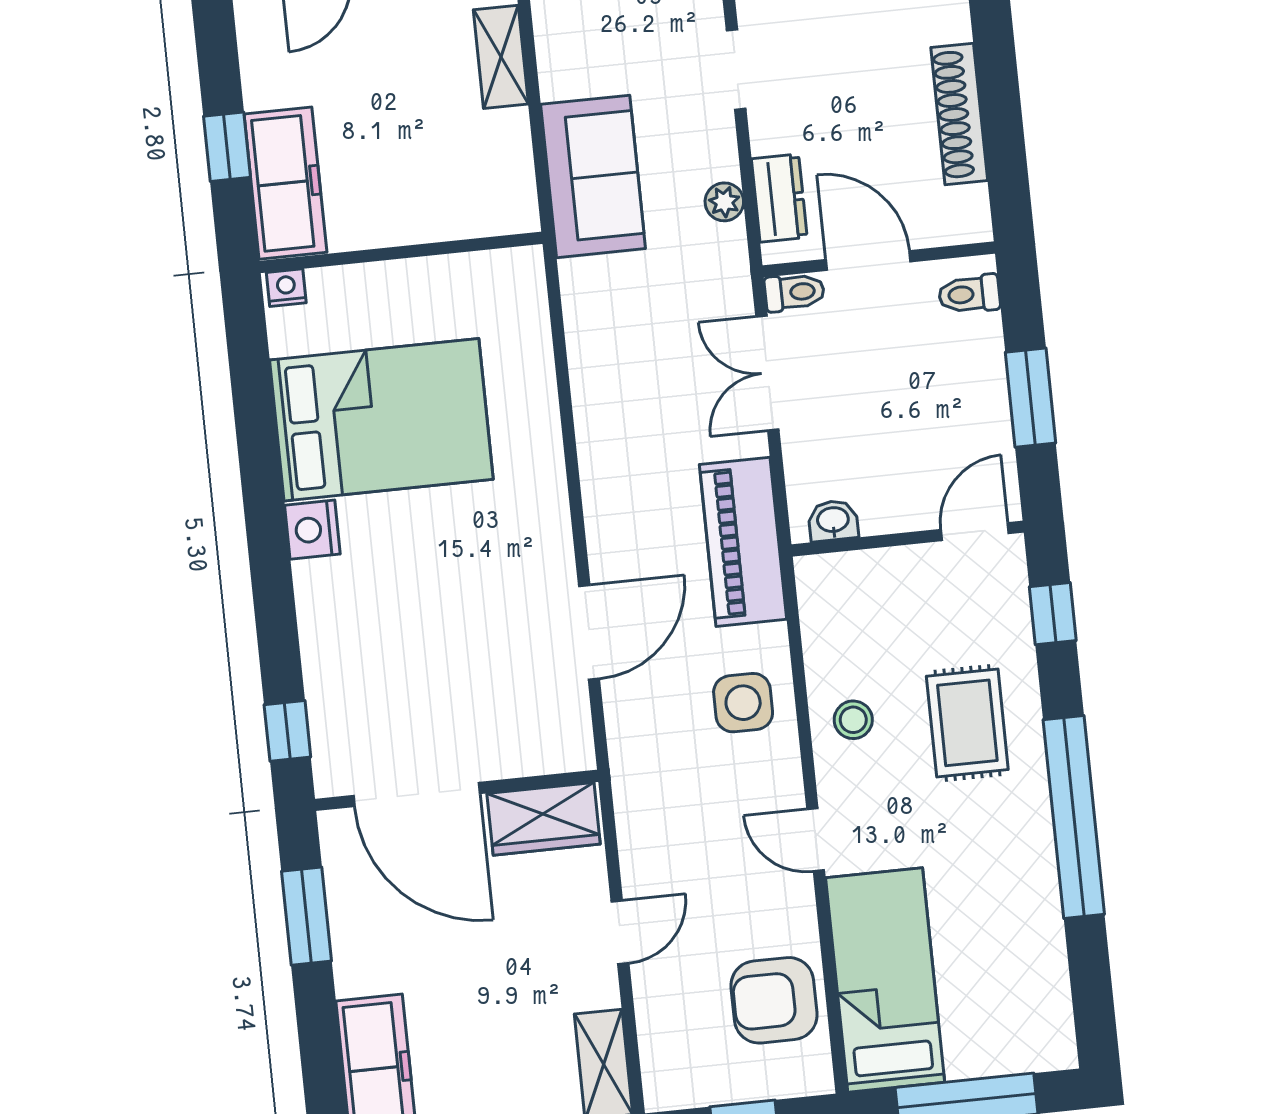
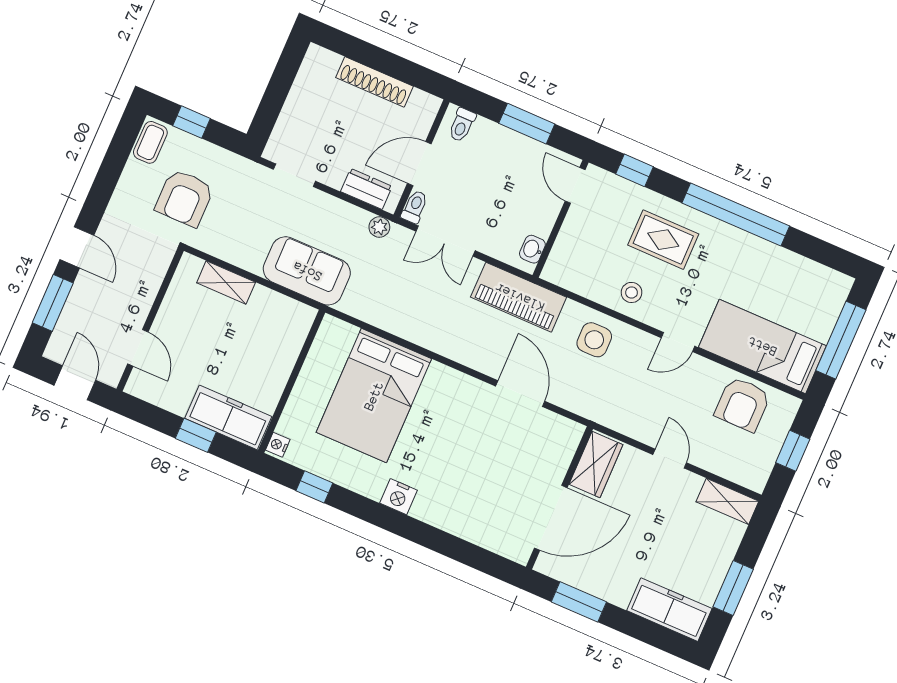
plant: (724, 202) -> (379, 227), moved
bed: (381, 420) -> (374, 396), moved, turned 180
window: (287, 731) -> (314, 487), moved

